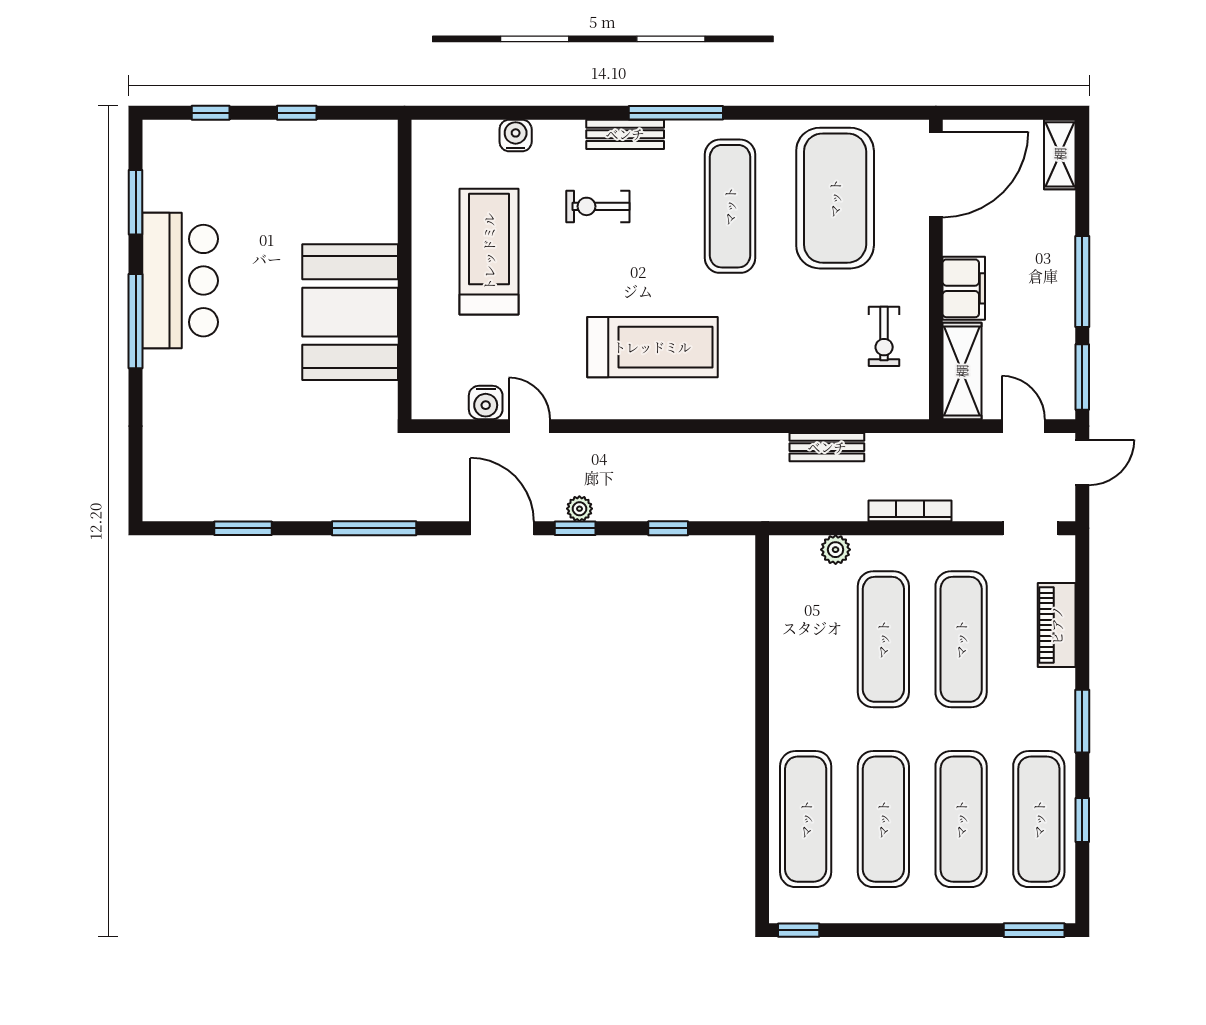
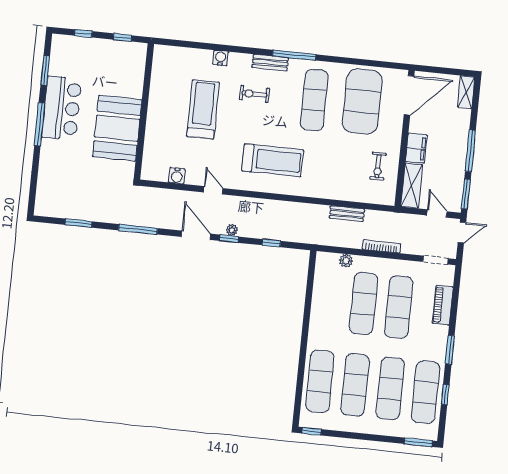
wall: (405, 269) -> (144, 111), moved
booth: (350, 312) -> (117, 128), moved
water cooler: (486, 402) -> (177, 176), moved

